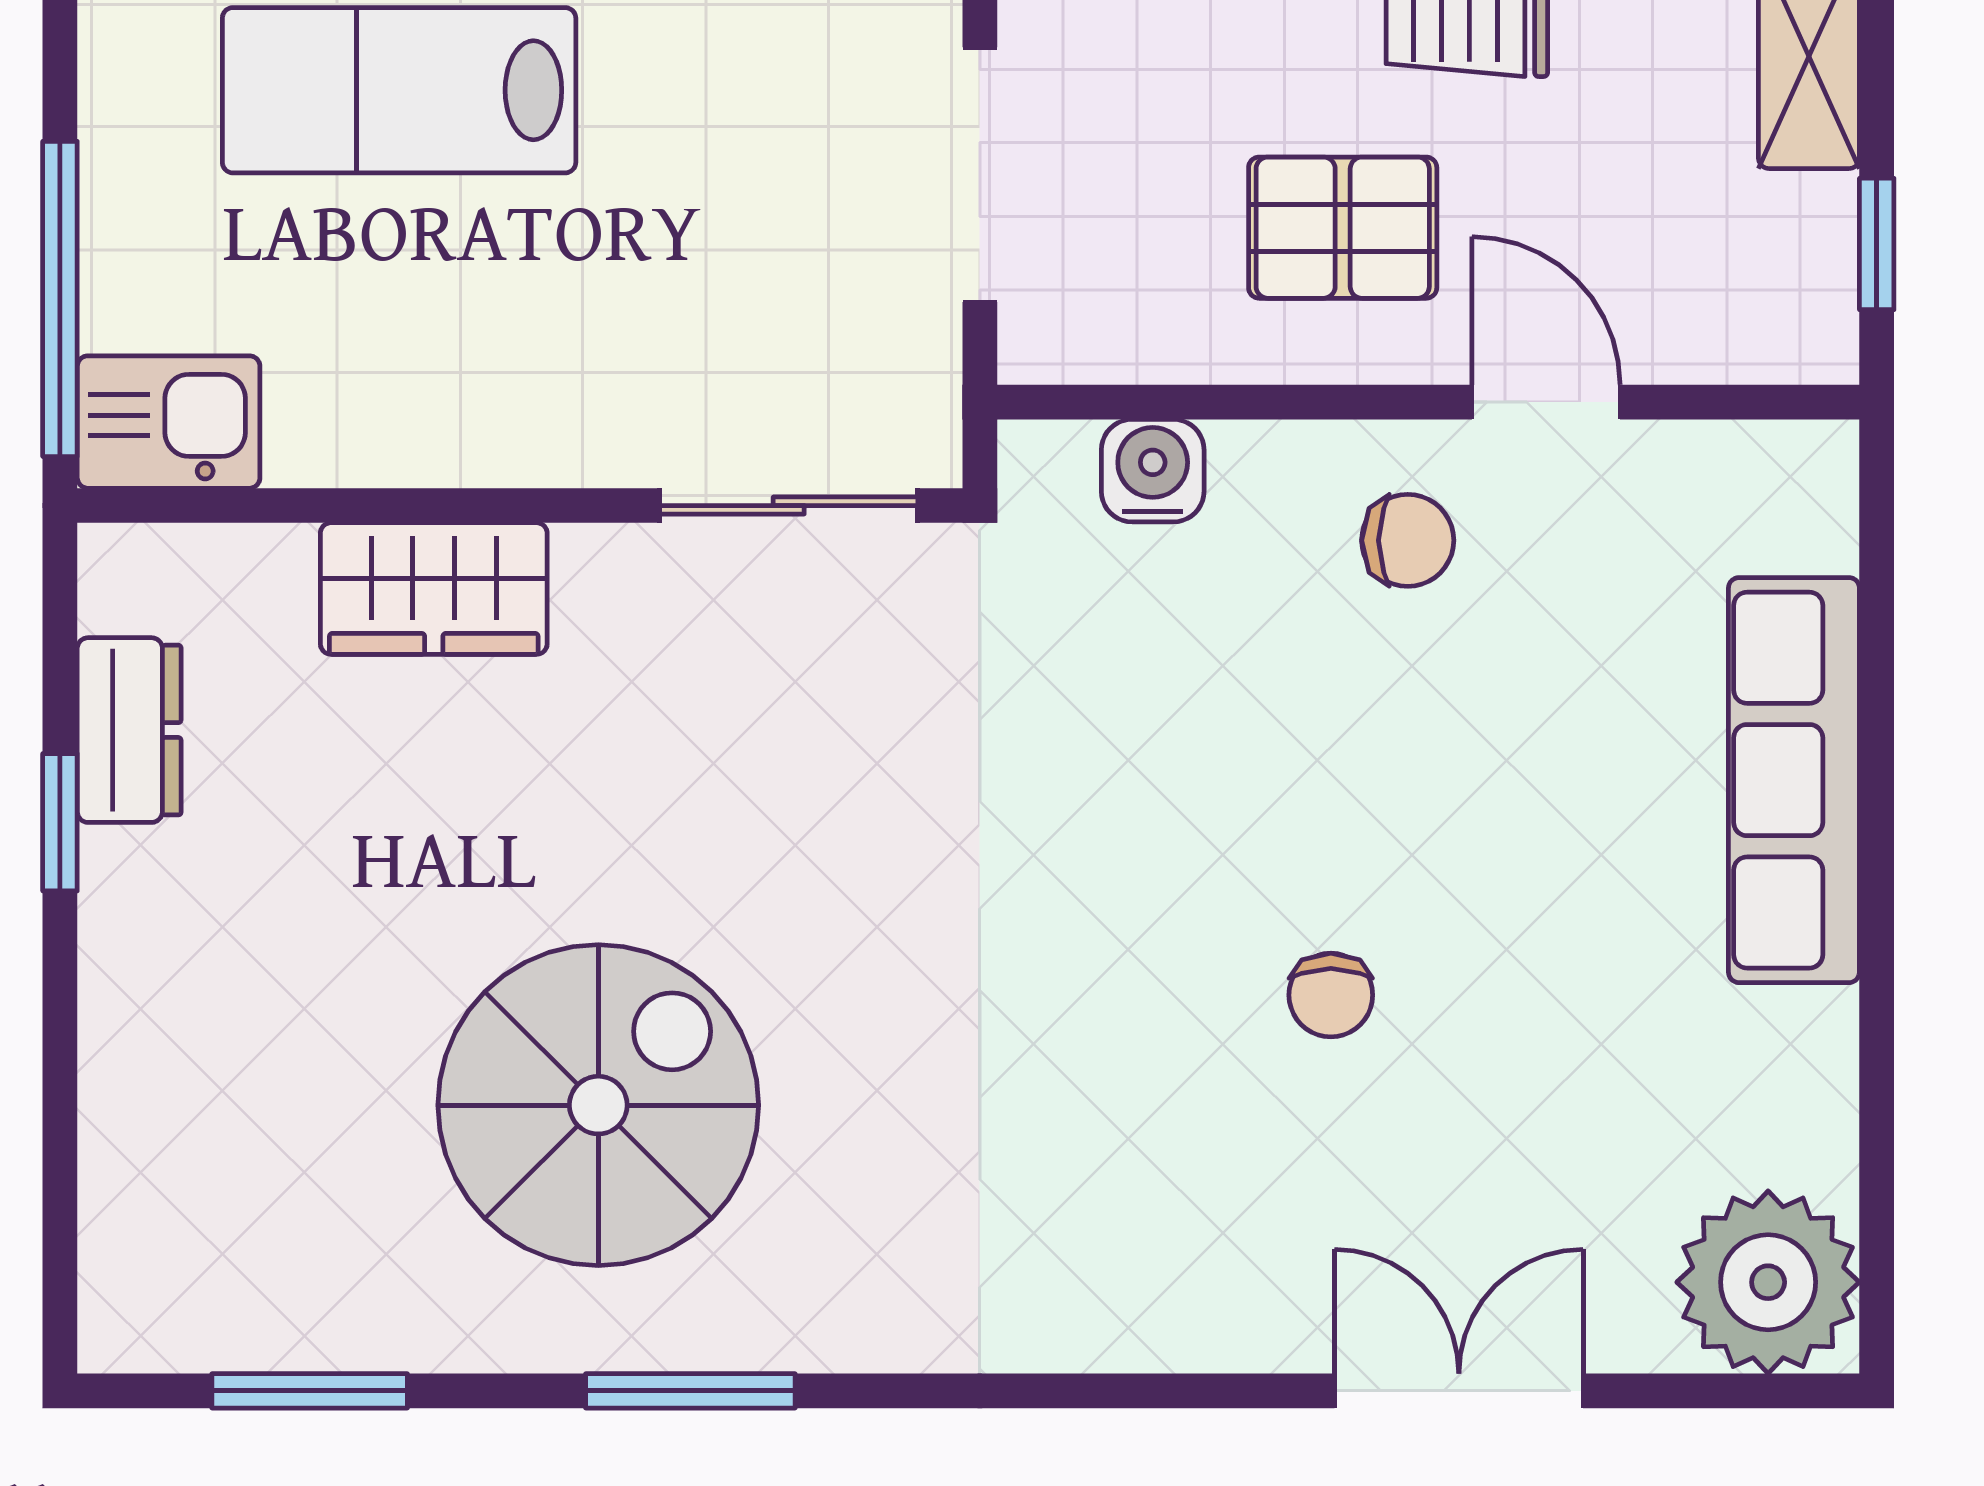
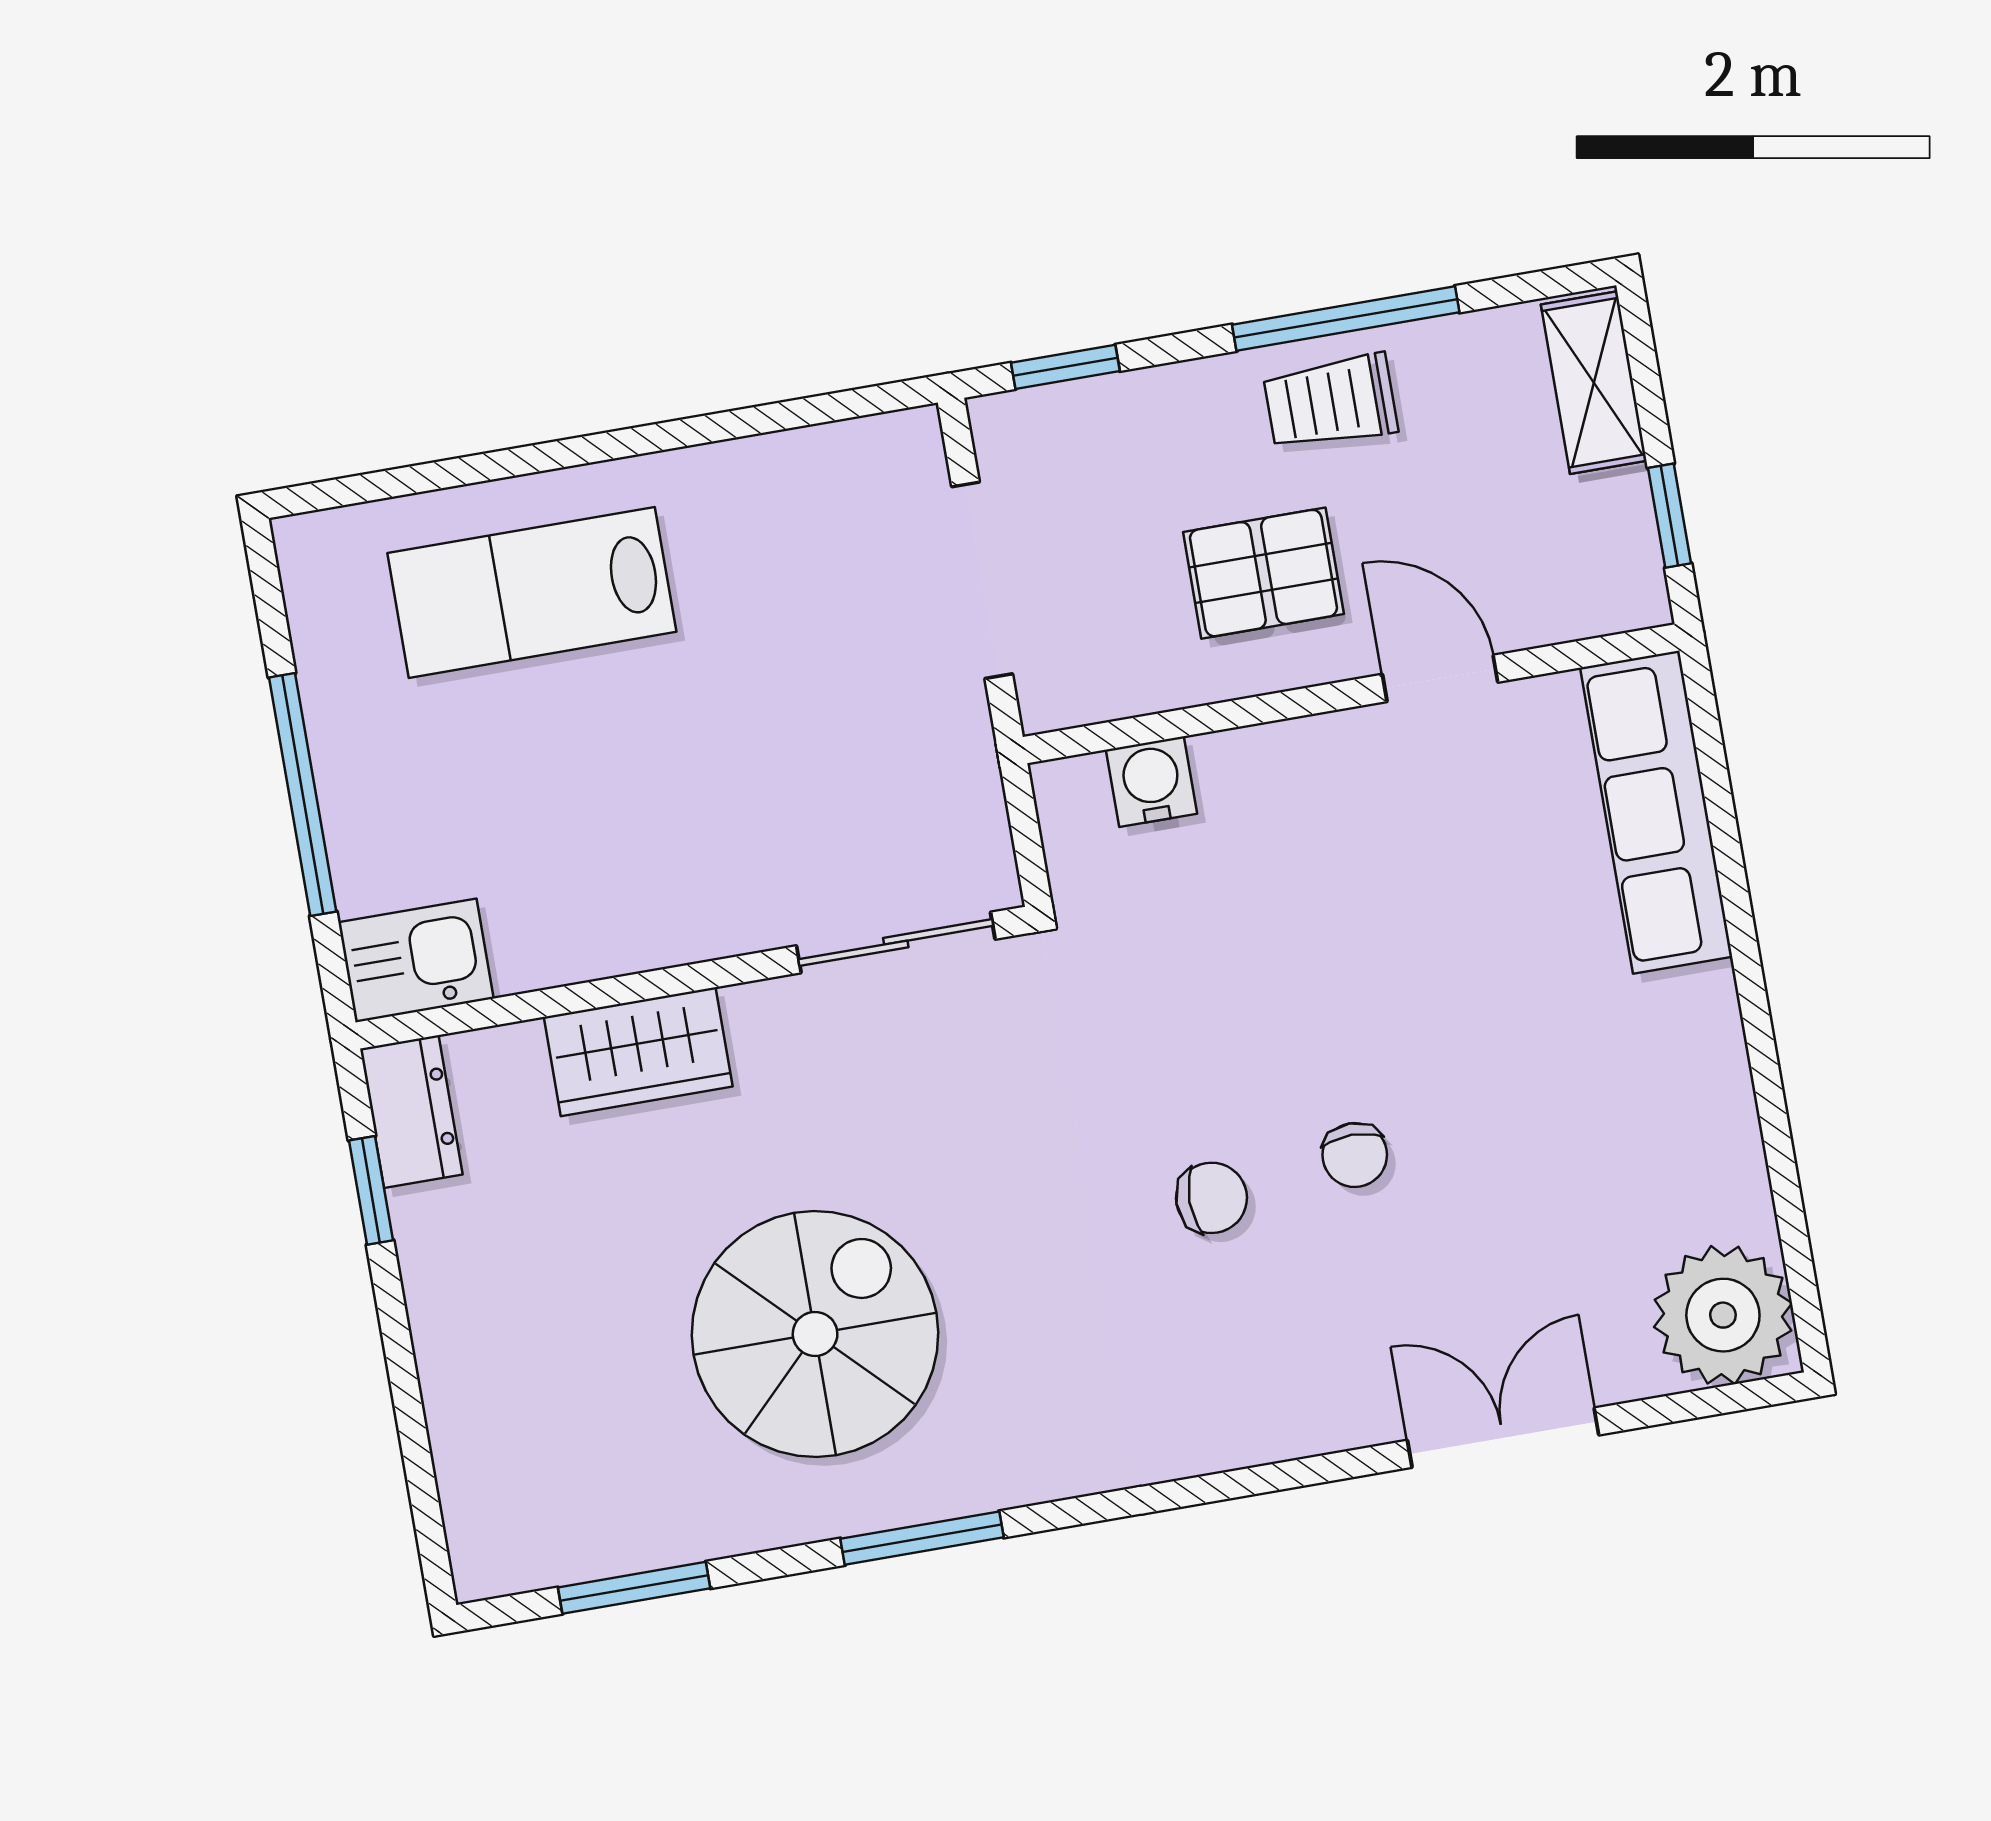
kitchen sink: (169, 422) -> (416, 960), moved
wall: (520, 506) -> (692, 978), moved
sliding door: (789, 506) -> (896, 943), moved
chair: (1408, 540) -> (1211, 1198), moved
wardrobe: (434, 589) -> (638, 1052), moved
row of seats: (1794, 780) -> (1656, 812), moved

